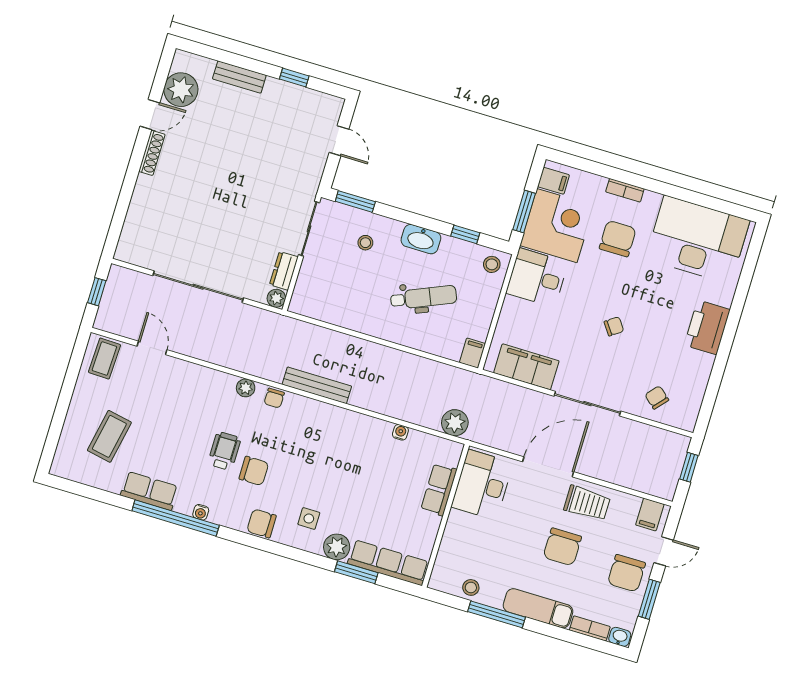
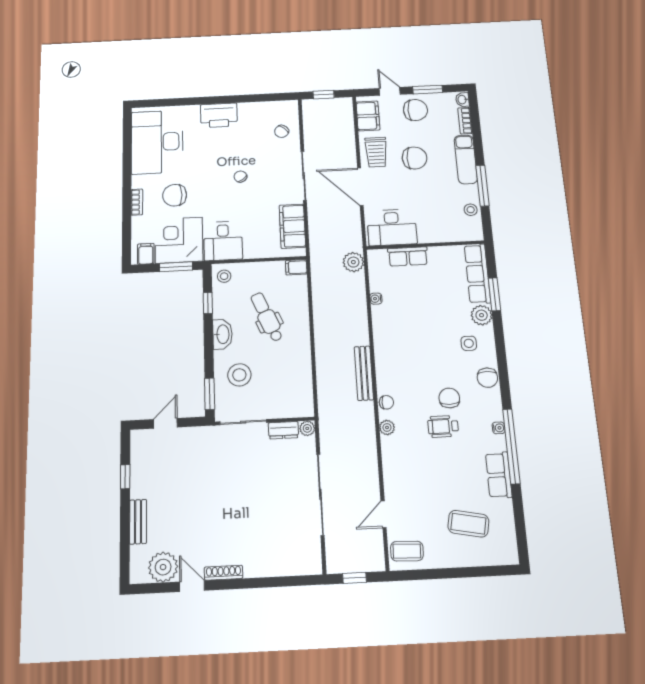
stool: (365, 243) -> (239, 375), width x1.89, depth x1.89
trolley: (587, 503) -> (376, 152), turned 180
filing cabinet: (650, 515) -> (368, 116), width x2.00

